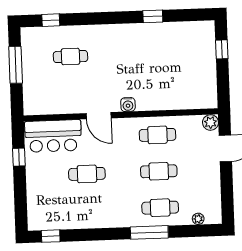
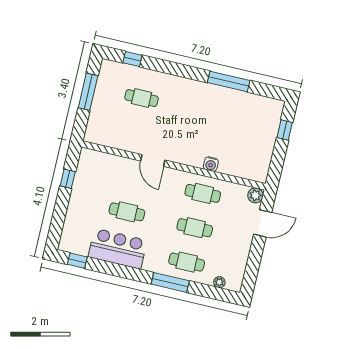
window: (153, 16) -> (229, 82), width x2.17
water cooler: (128, 105) -> (211, 164), moved
bar counter: (53, 136) -> (118, 249), moved, turned 180

